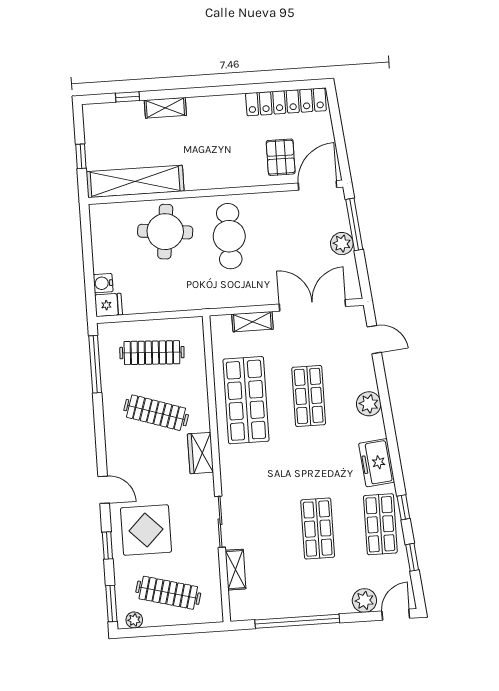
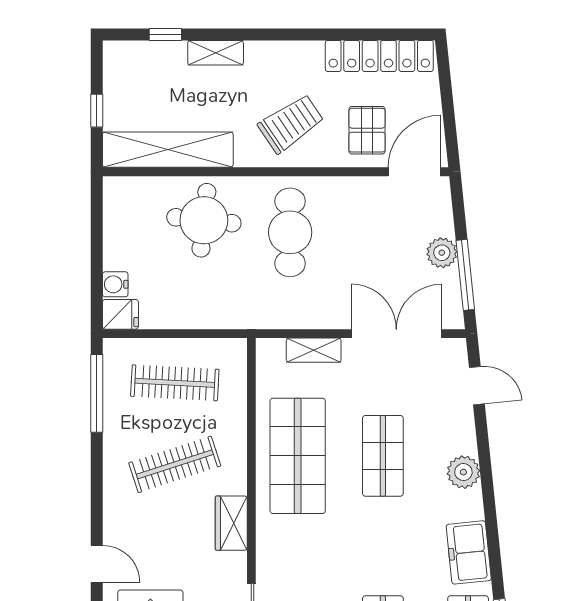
trolley: (224, 156) -> (291, 124), added
window: (354, 224) -> (465, 275), moved
clothes rail: (156, 413) -> (175, 464), turned -36

